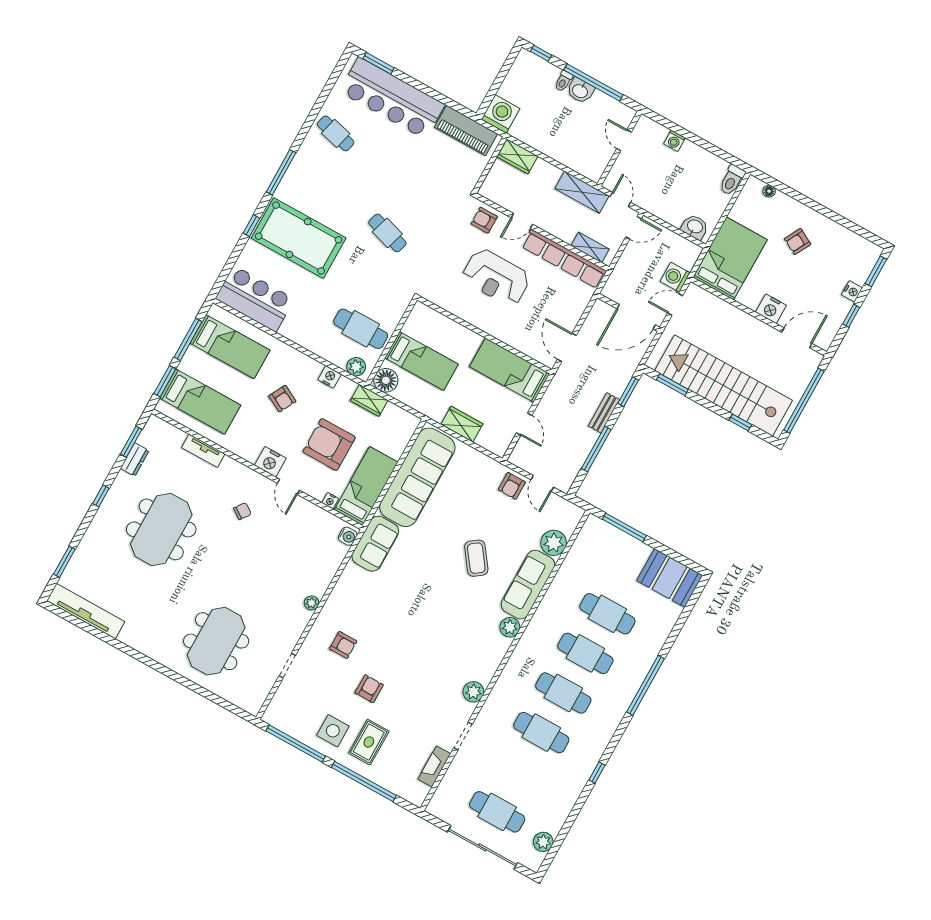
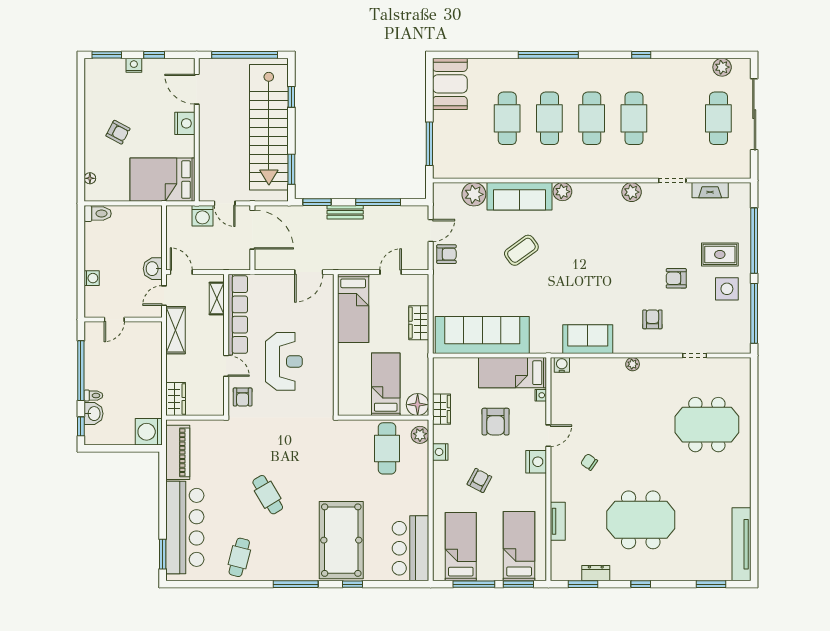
washbasin: (580, 91) -> (94, 414), moved
washbasin: (695, 227) -> (153, 269), moved
cafe table: (387, 233) -> (268, 495), moved, turned -48
armchair: (329, 445) -> (496, 422), width x0.73, depth x0.73
sofa: (375, 544) -> (588, 339), moved

